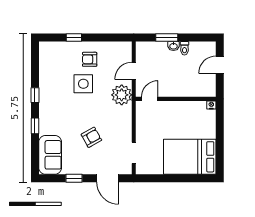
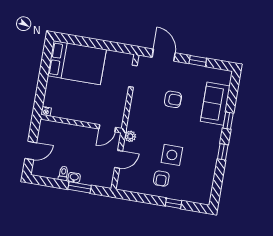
armchair: (90, 59) -> (161, 179), turned 90
plant: (122, 95) -> (130, 136), width x0.53, depth x0.53
armchair: (91, 137) -> (173, 99), turned -151
sofa: (50, 155) -> (215, 104), moved

